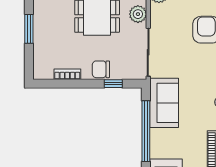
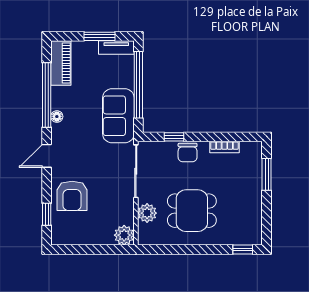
window: (29, 29) -> (267, 174), moved
chair: (101, 69) -> (188, 153), turned 90

